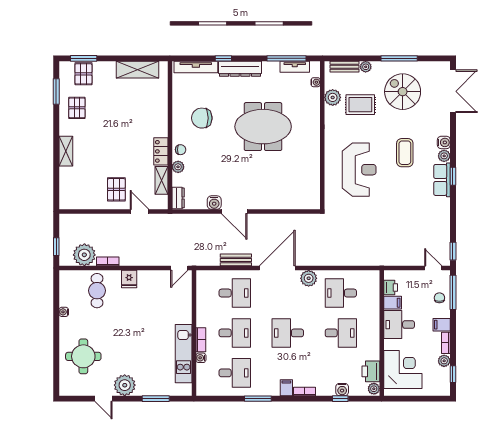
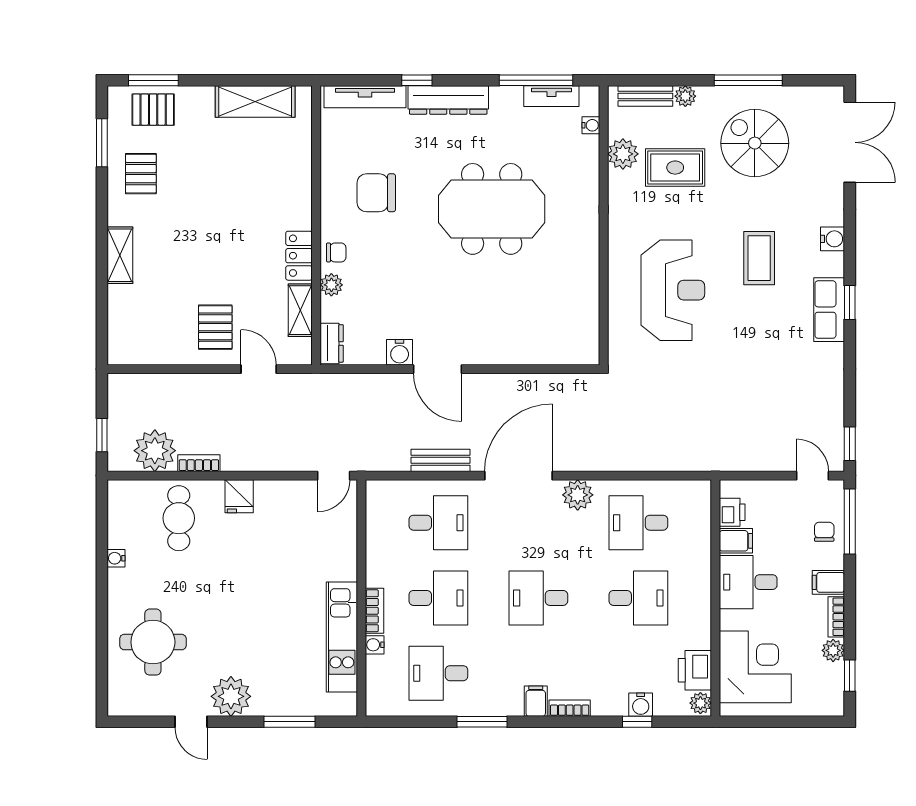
pallet: (83, 74) -> (153, 110), turned 90
plant: (444, 156) -> (833, 264), removed
desk: (235, 373) -> (438, 673), turned 180

